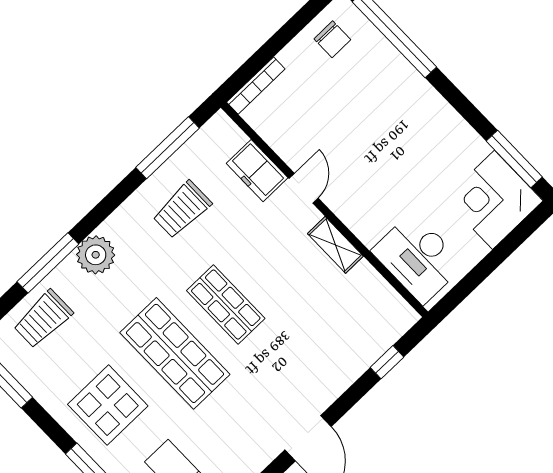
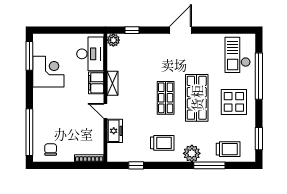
window: (168, 148) -> (136, 165), width x0.46
door: (304, 188) -> (105, 111), hinge flipped
corner desk: (493, 200) -> (48, 72), moved, turned -90
trolley: (182, 210) -> (162, 143), moved
filing cabinet: (363, 220) -> (96, 83), added
plant: (402, 317) -> (113, 40), added

